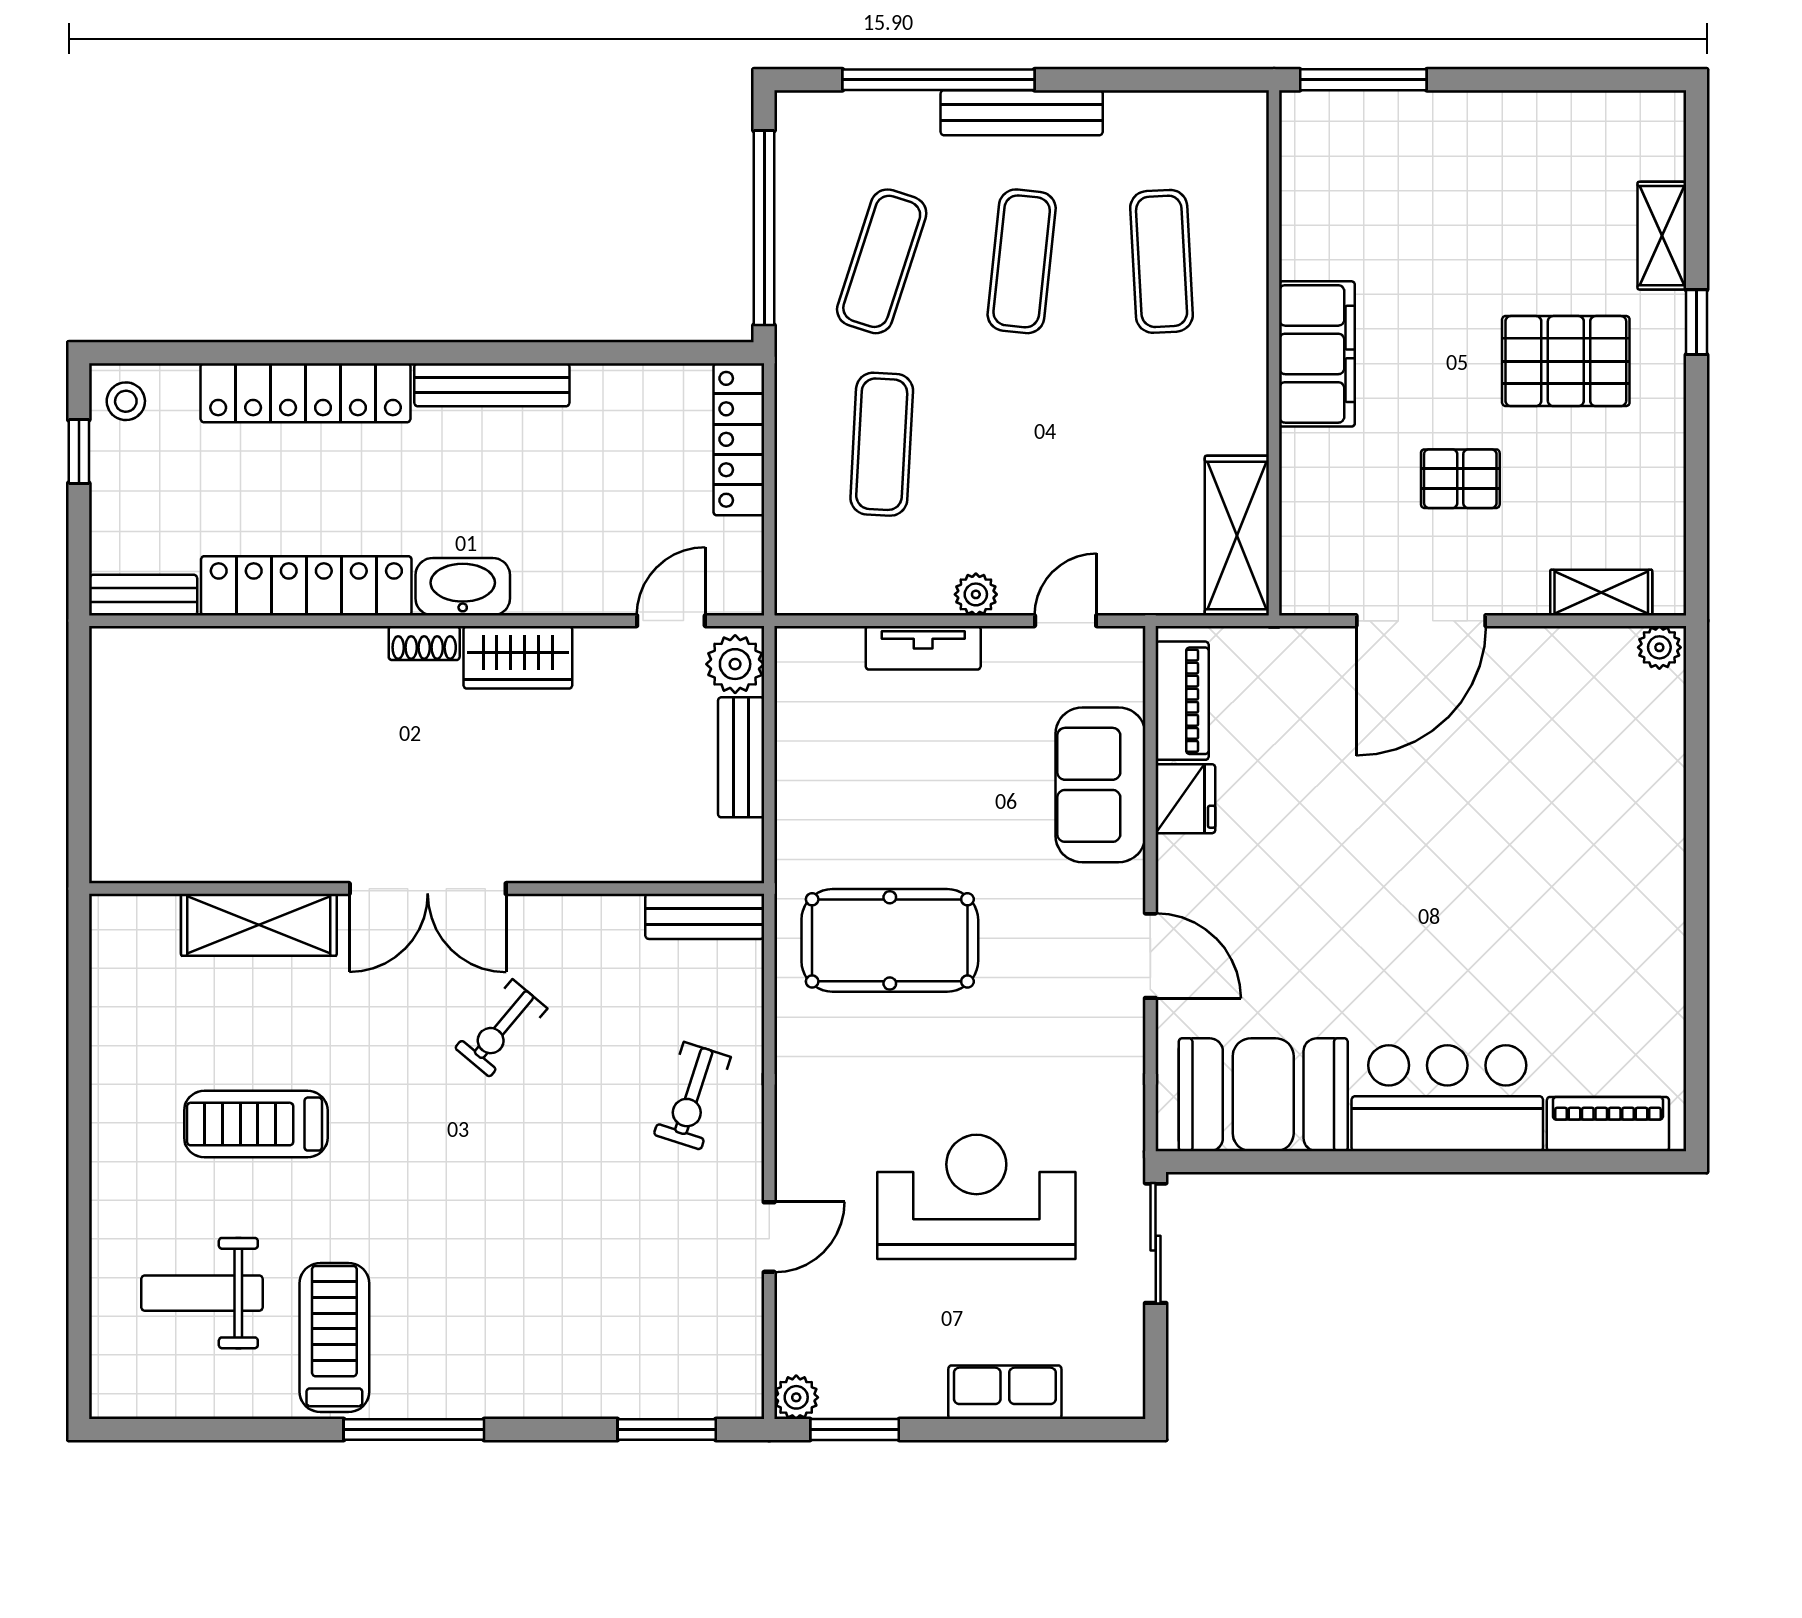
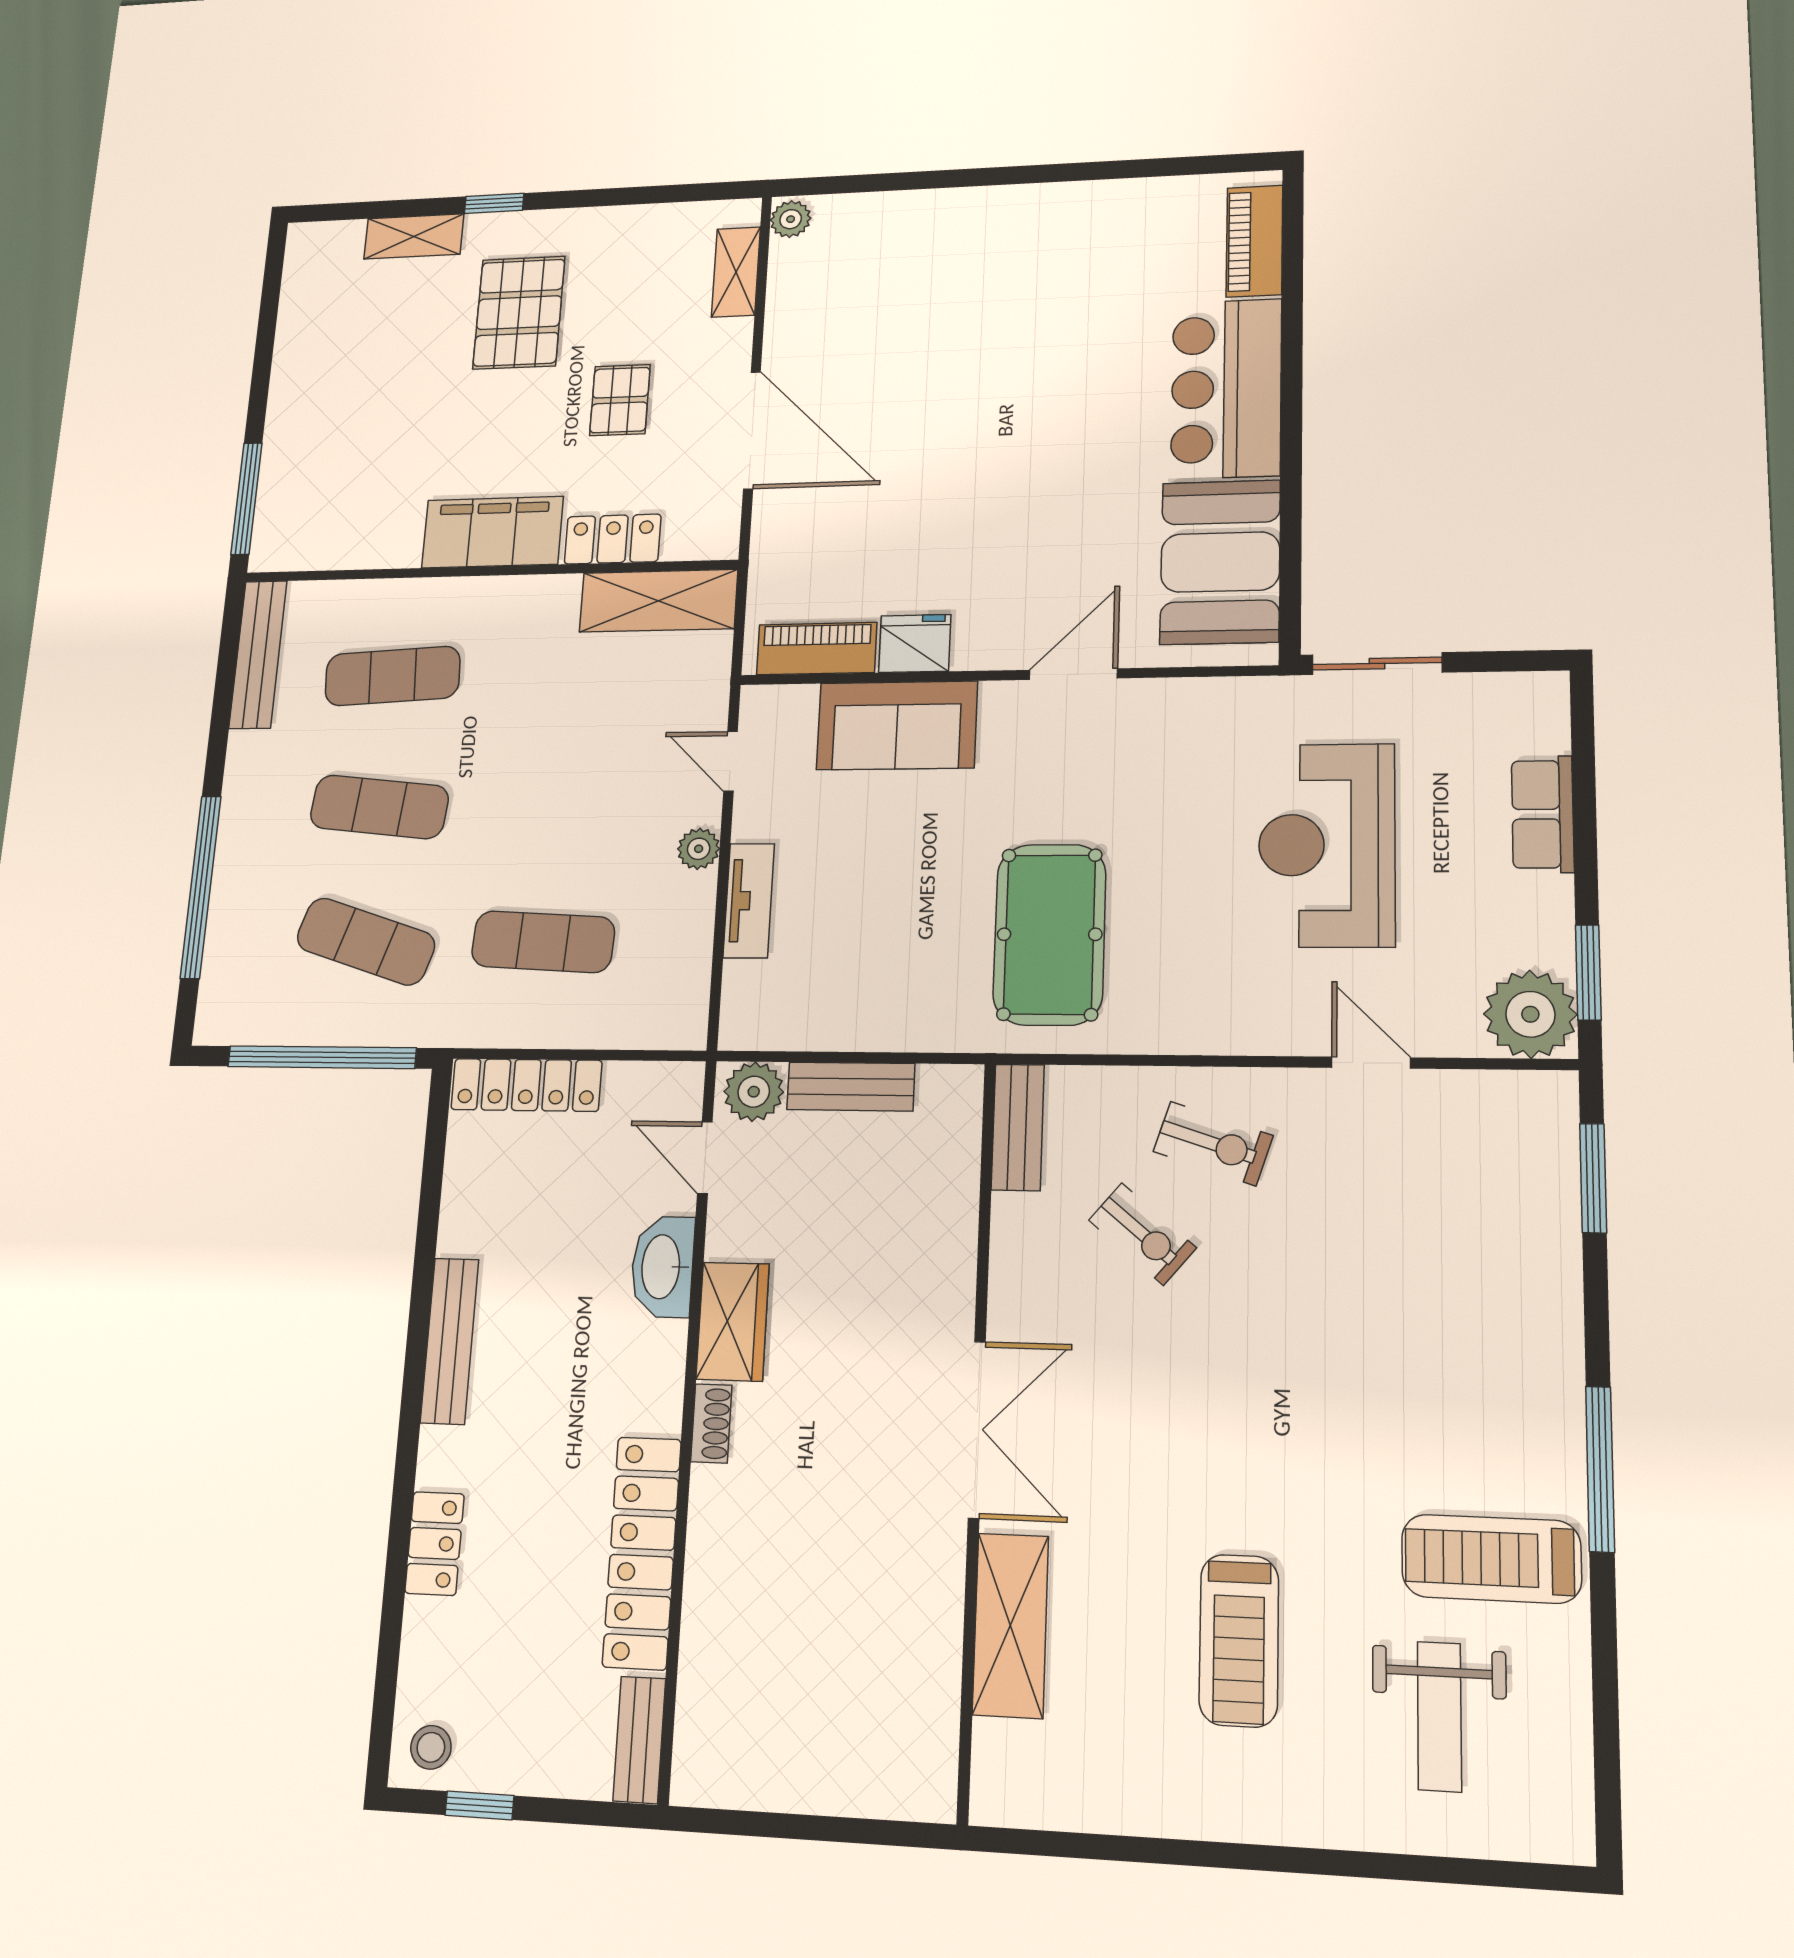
bench: (1022, 113) -> (258, 654), moved
locker: (306, 393) -> (435, 1543), width x0.46, depth x0.83
locker: (1305, 483) -> (613, 539), added
washbasin: (463, 587) -> (662, 1267), moved
exercise bike: (501, 1028) -> (1142, 1234), moved
plant: (796, 1397) -> (1530, 1014), width x1.87, depth x1.87

